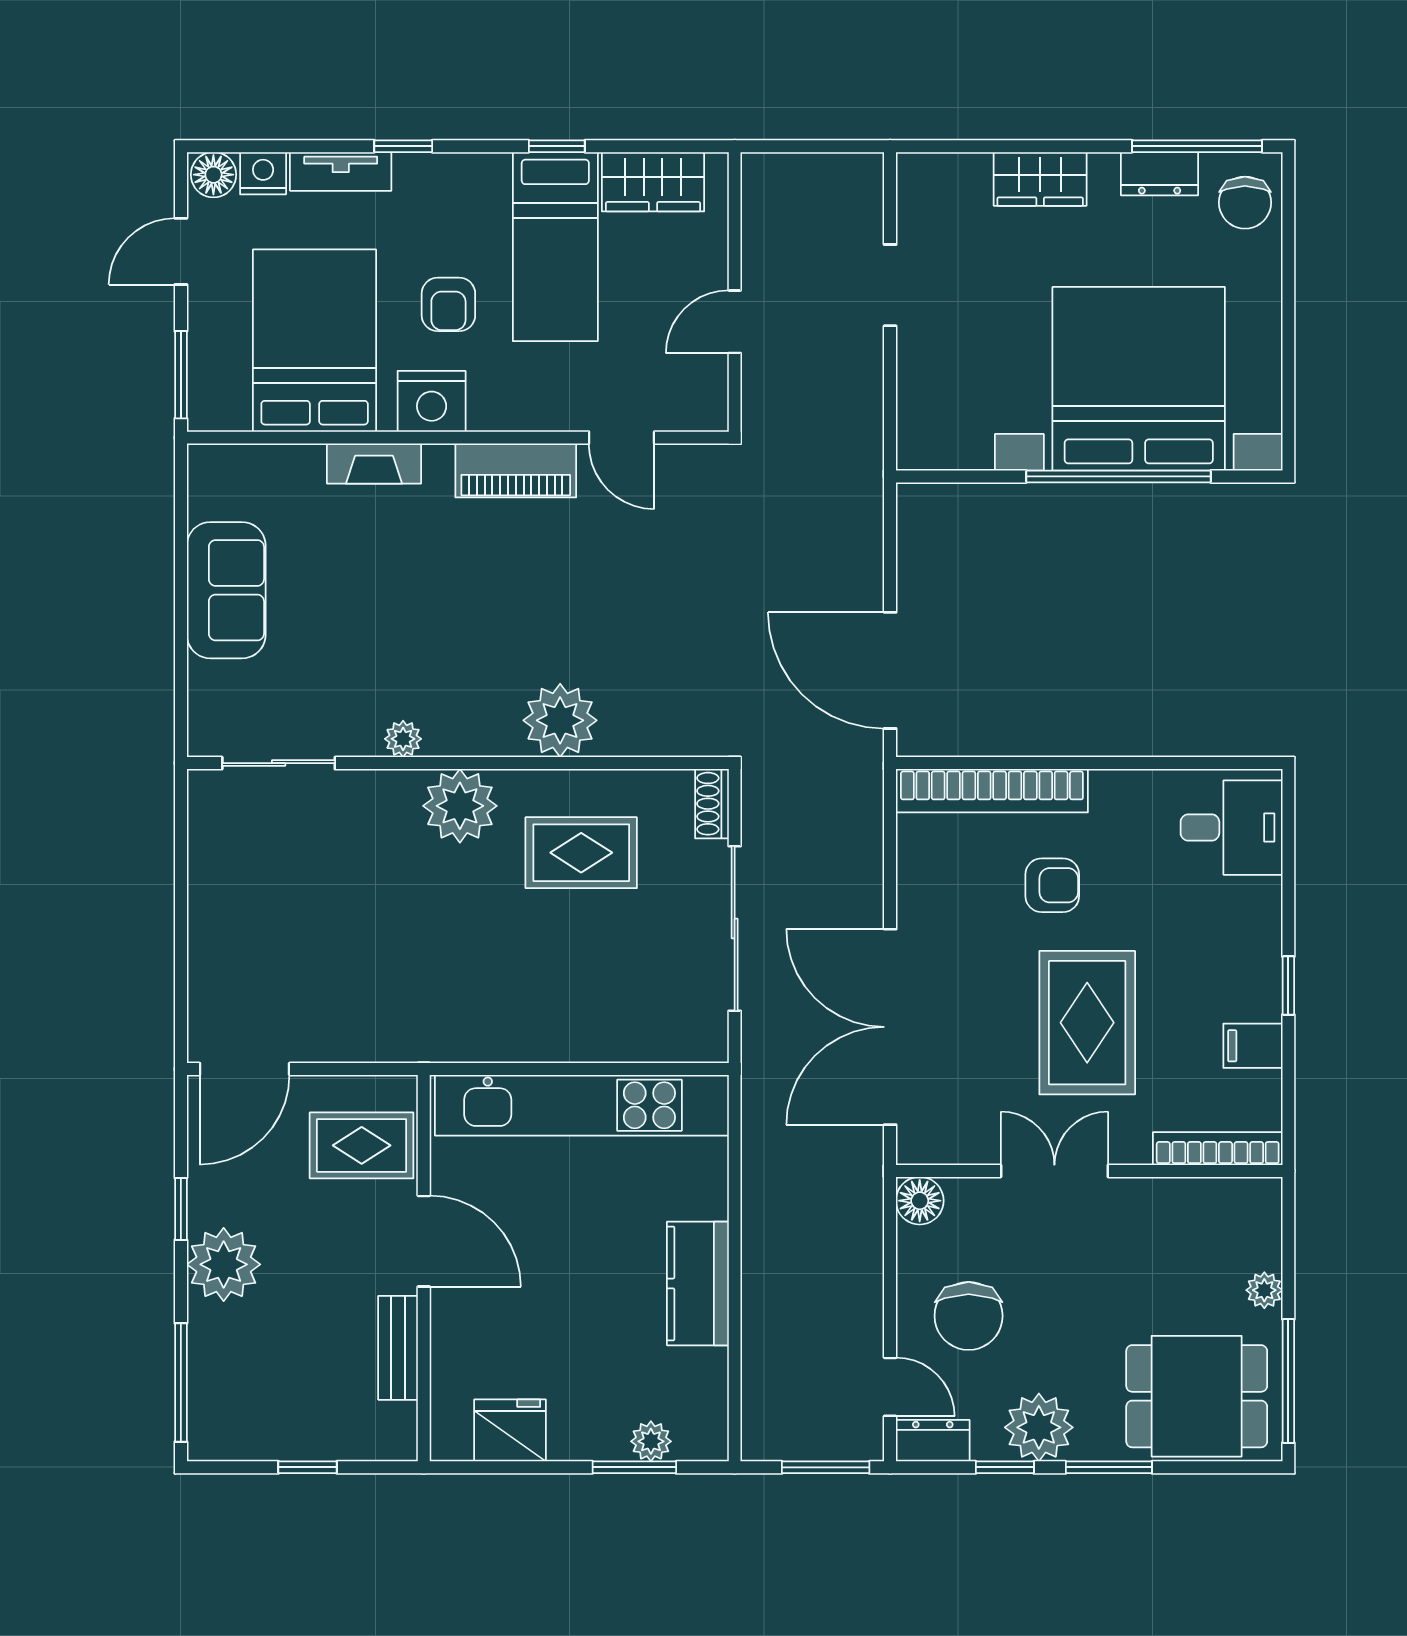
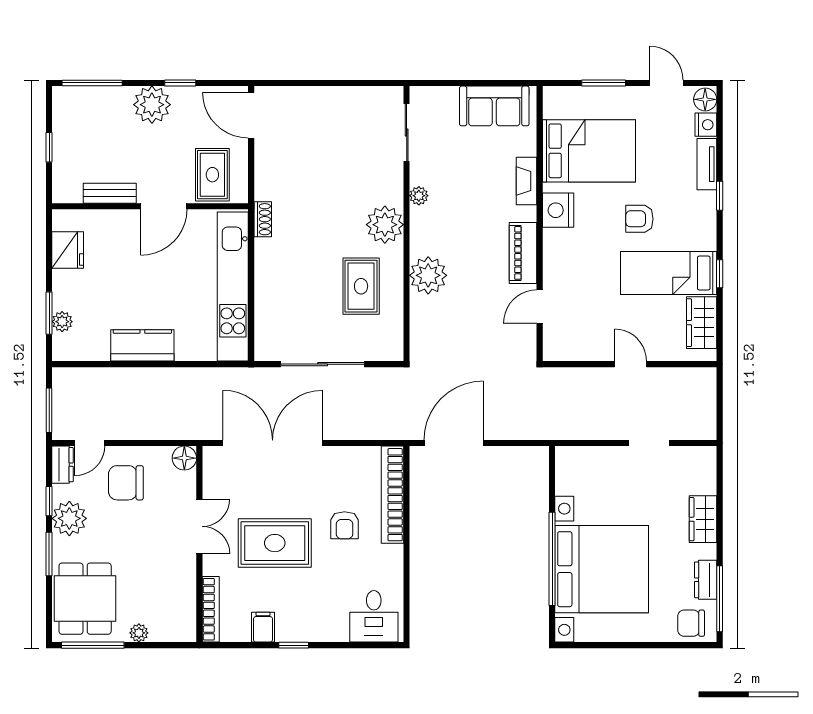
bed: (315, 341) -> (589, 151), moved
nightstand: (432, 401) -> (558, 210), moved
wall: (458, 438) -> (540, 224), moved
door: (622, 438) -> (540, 307), moved
fireplace: (374, 464) -> (527, 181), moved
piano: (516, 470) -> (523, 253), moved
shoe rack: (712, 804) -> (263, 219), moved, turned 90

